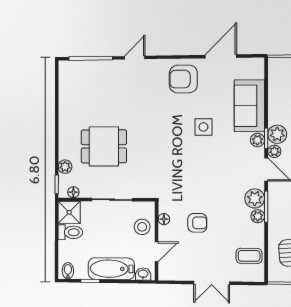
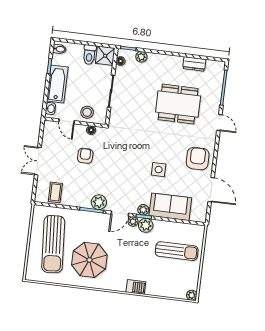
dresser: (66, 99) -> (194, 64), added
dining table: (104, 146) -> (178, 104), moved, width x1.38
plant: (258, 216) -> (85, 203), removed
armchair: (197, 223) -> (85, 156), turned 180

